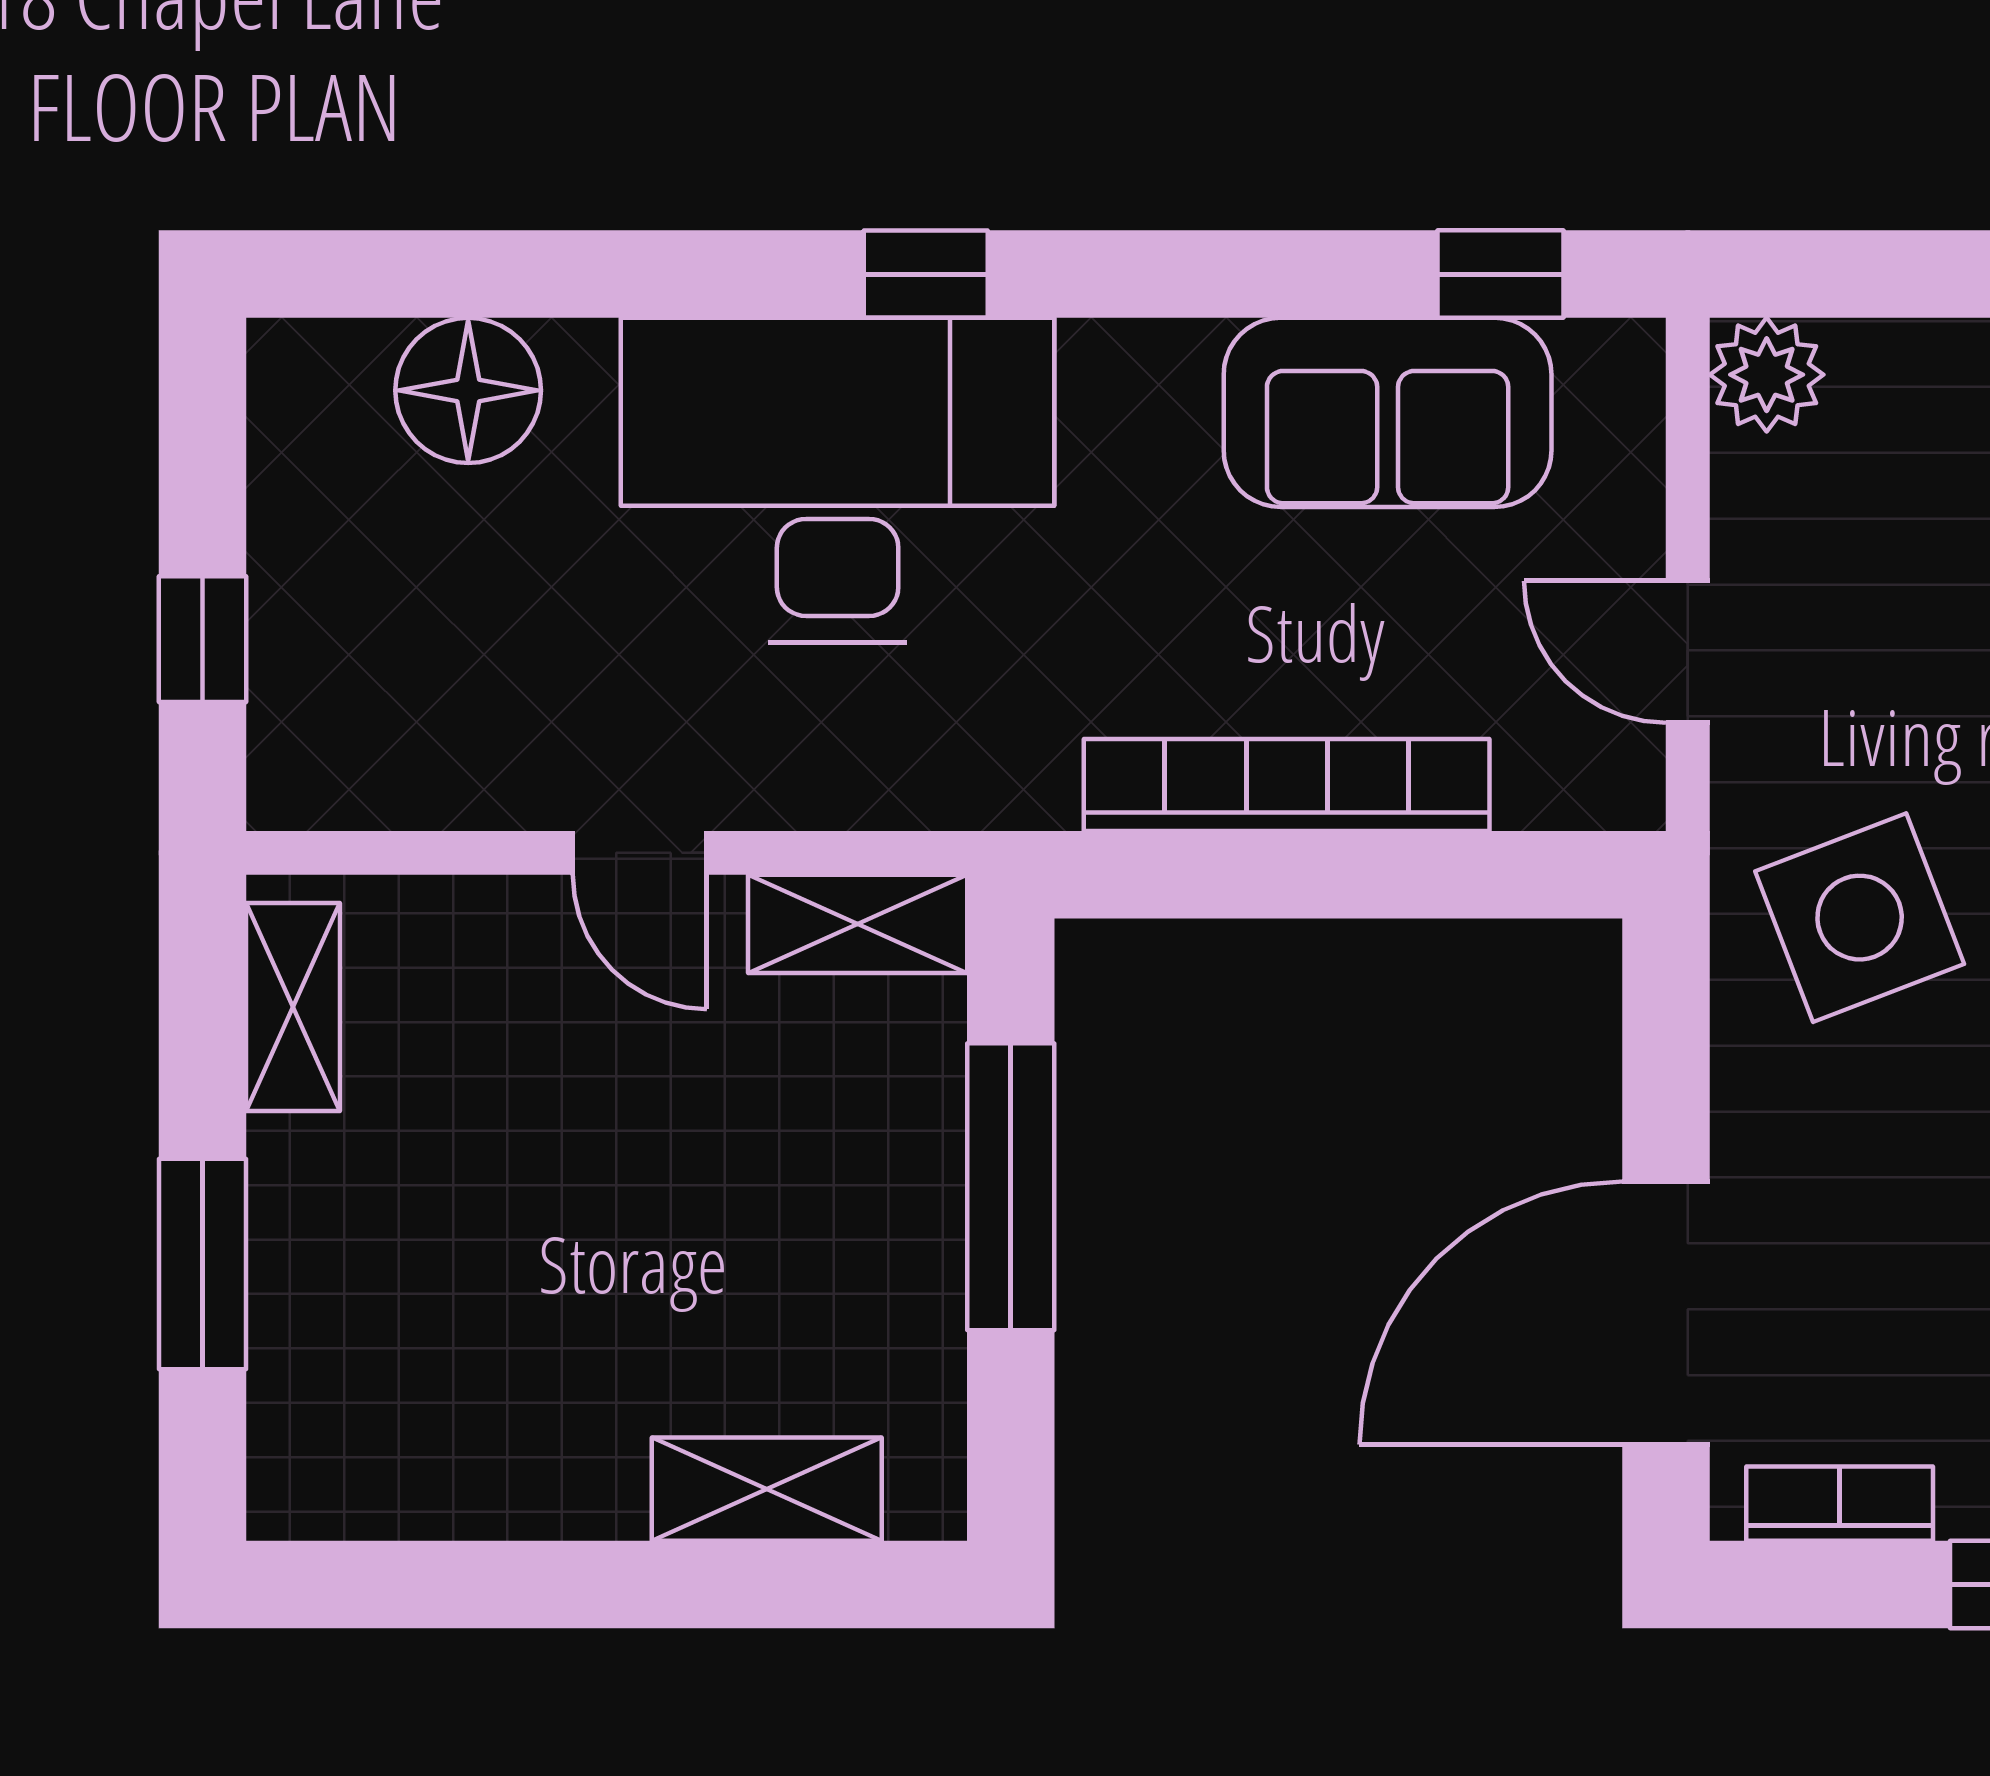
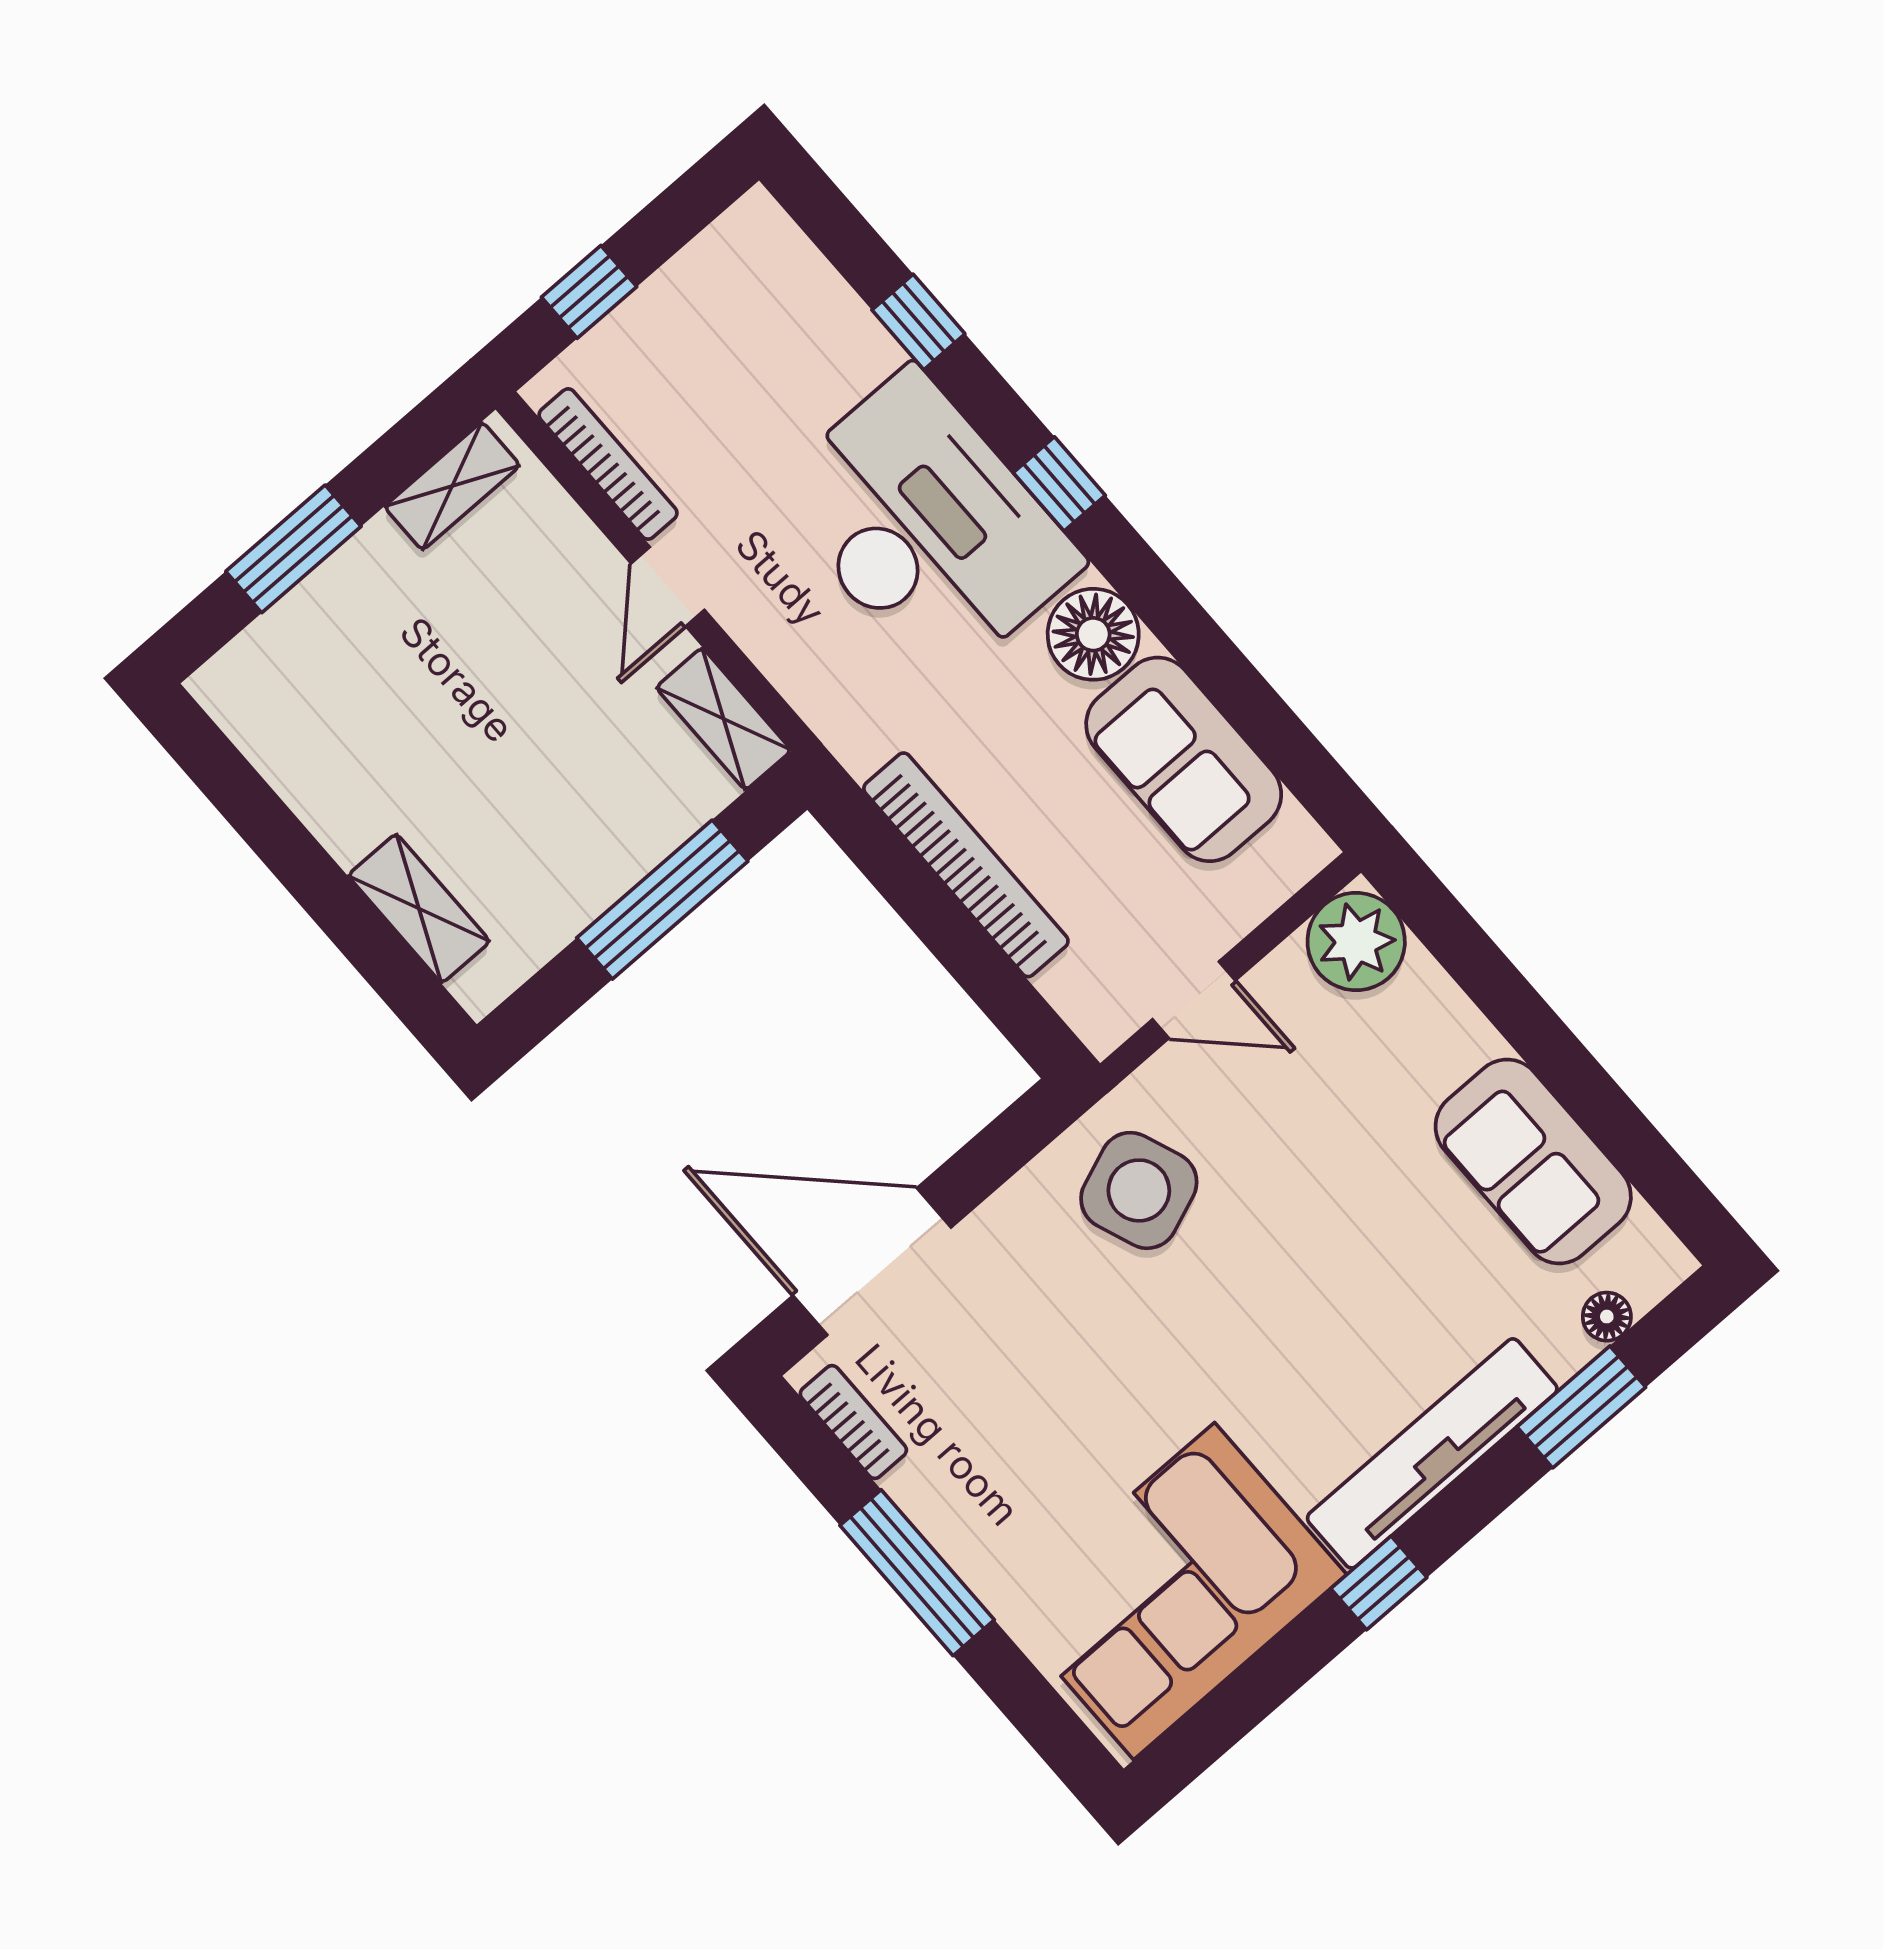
window: (1501, 274) -> (918, 322), moved
plant: (1767, 375) -> (1356, 942), width x1.36, depth x1.36
floor lamp: (468, 390) -> (1093, 634), moved
door: (1688, 652) -> (1194, 1000), swing flipped
bookcase: (430, 796) -> (608, 464), added

